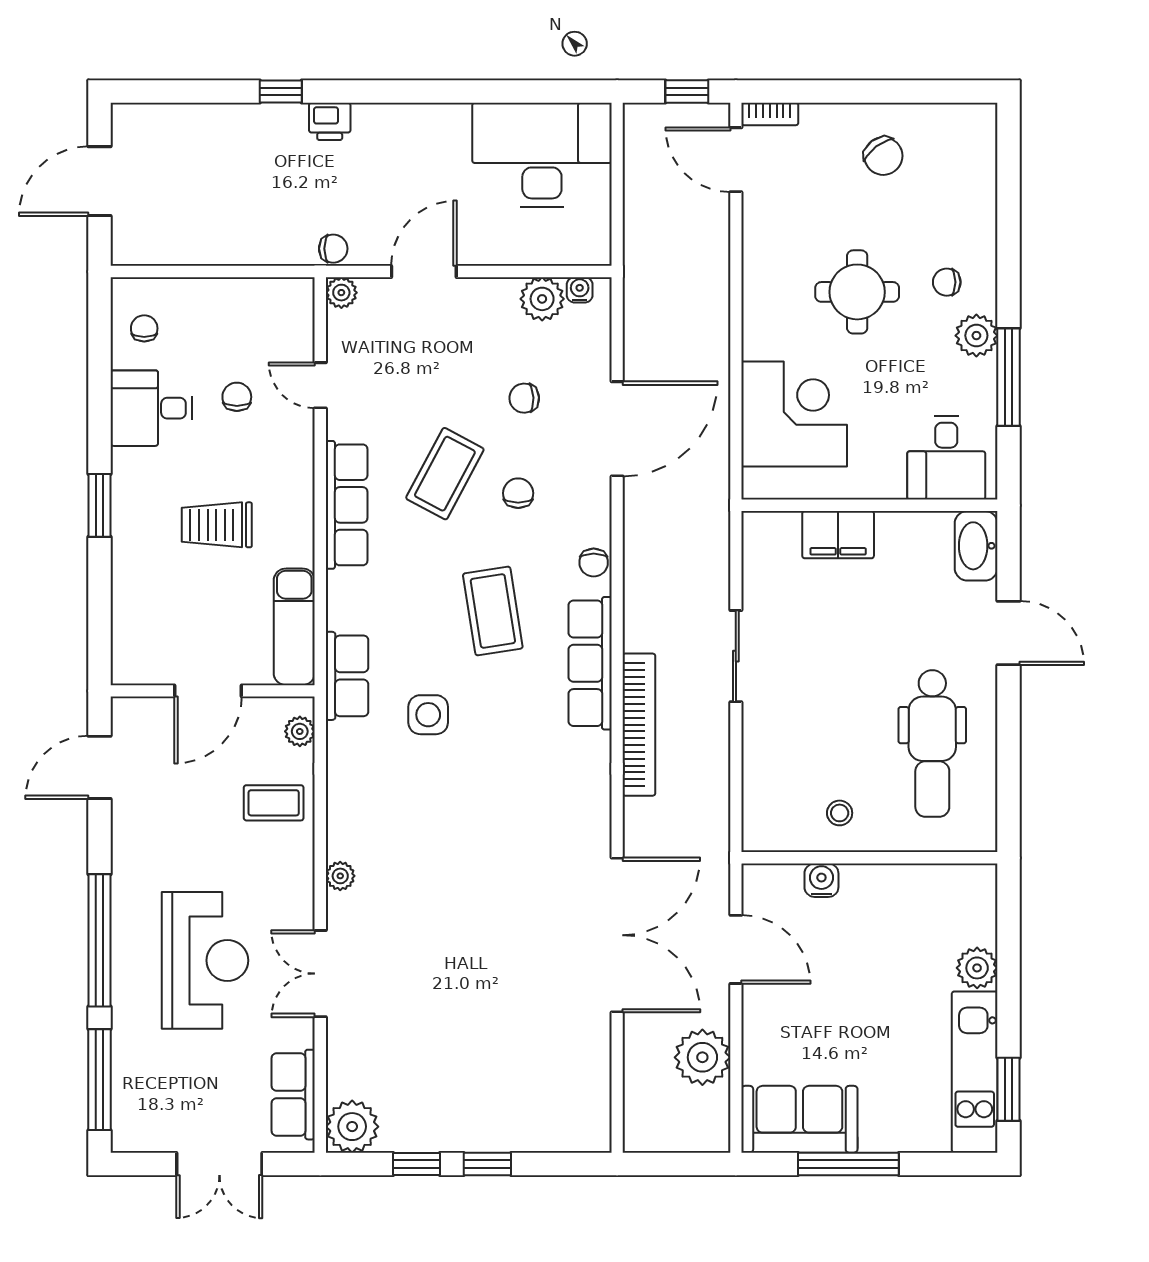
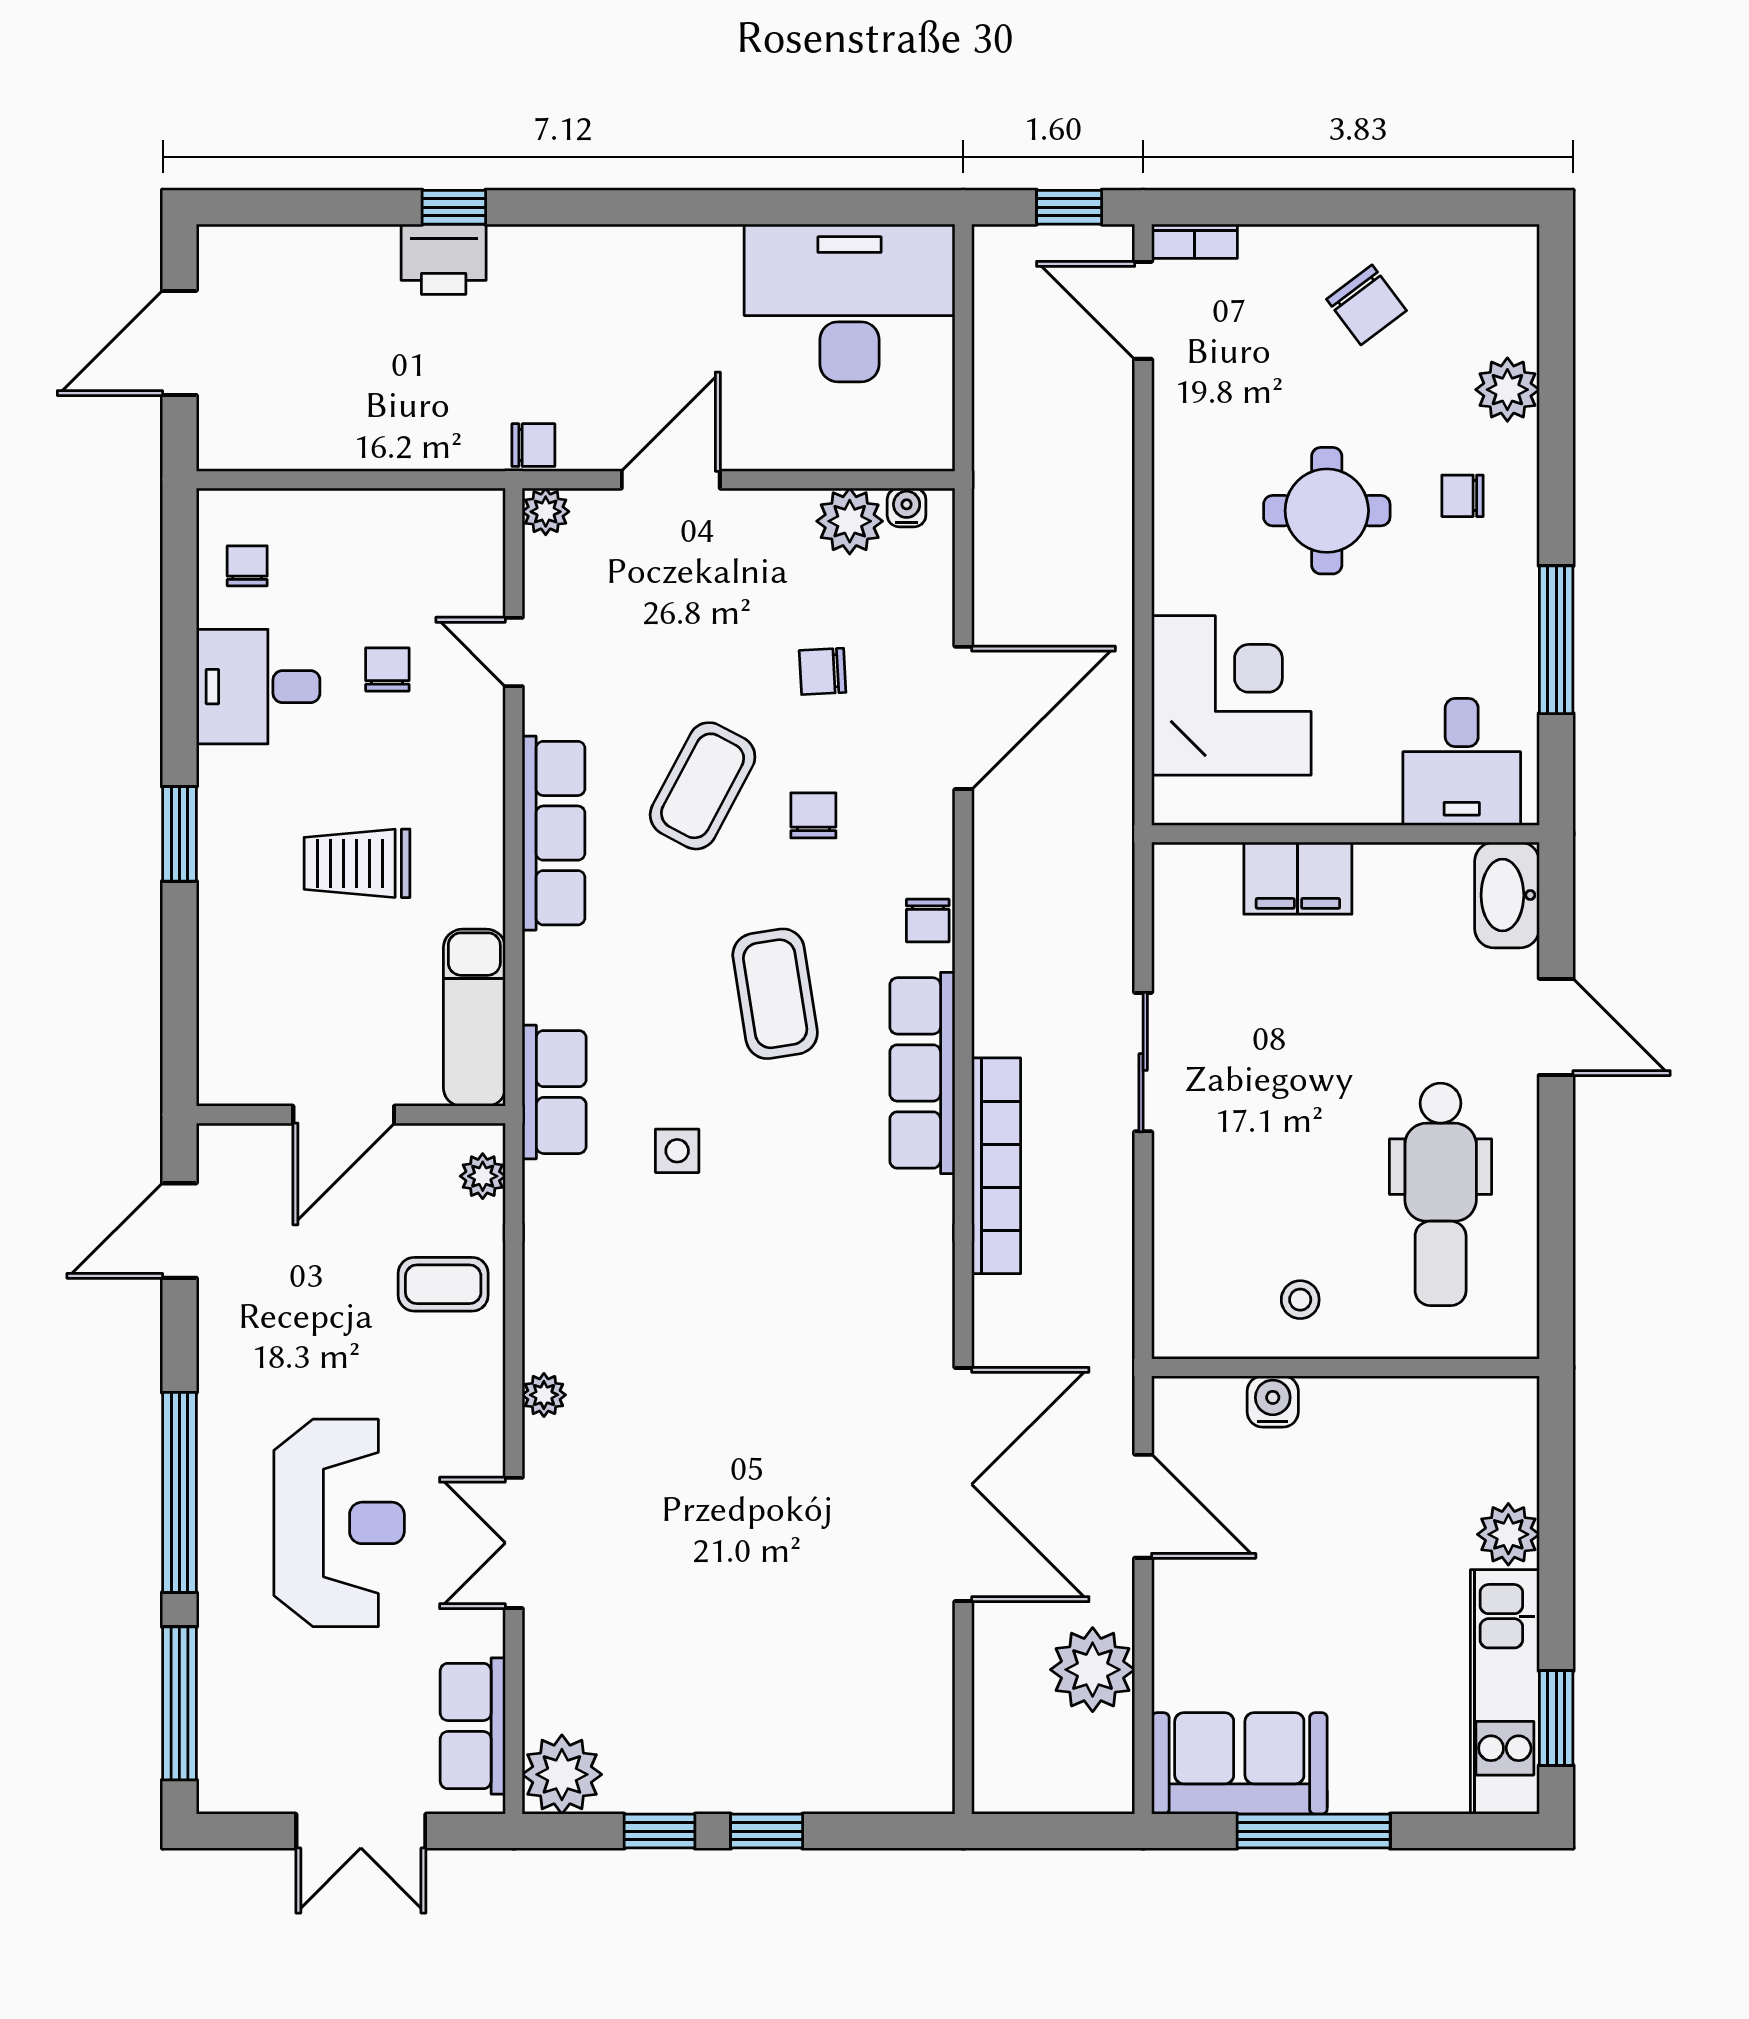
printer: (330, 121) -> (444, 259), moved, width x1.36, depth x1.24
plant: (976, 336) -> (1507, 390), moved
side table: (428, 715) -> (677, 1151), width x0.73, depth x0.73

